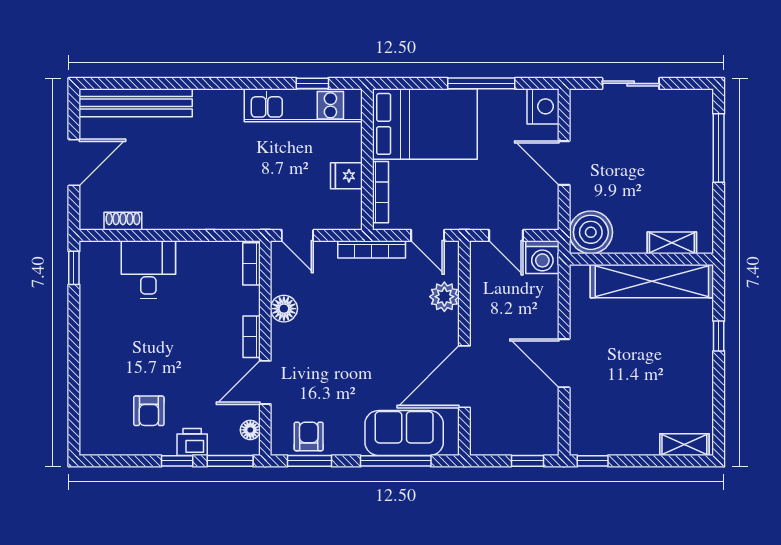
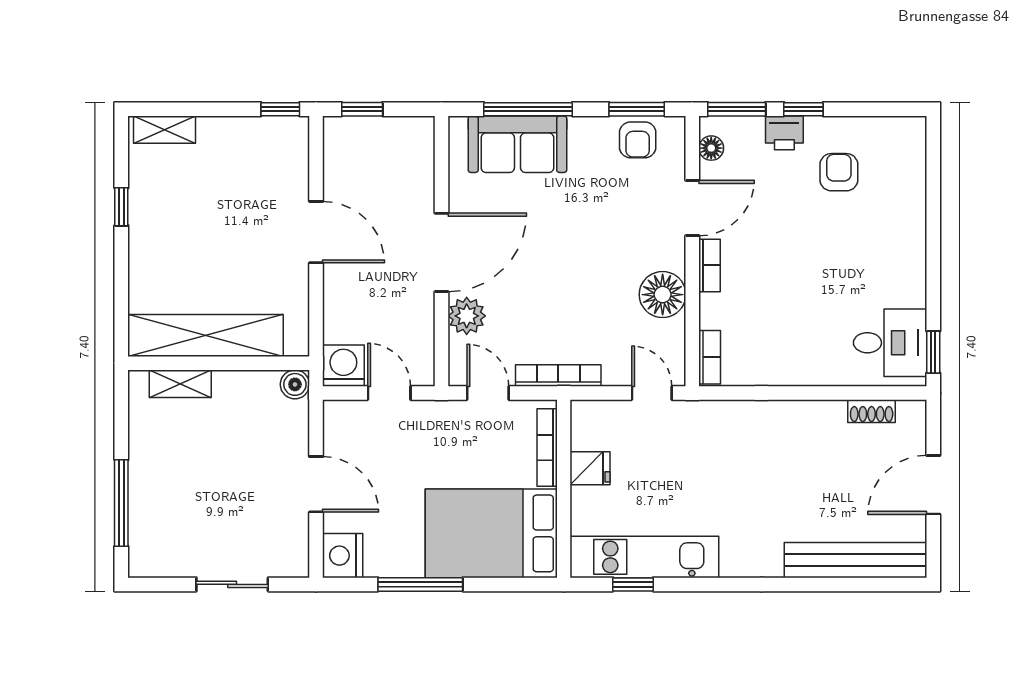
boiler: (591, 232) -> (295, 384), width x0.54, depth x0.54
desk: (148, 270) -> (890, 343), moved, turned -90
floor lamp: (284, 309) -> (663, 295), width x1.38, depth x1.38
window: (719, 336) -> (121, 207), moved
door: (464, 377) -> (441, 252), moved

